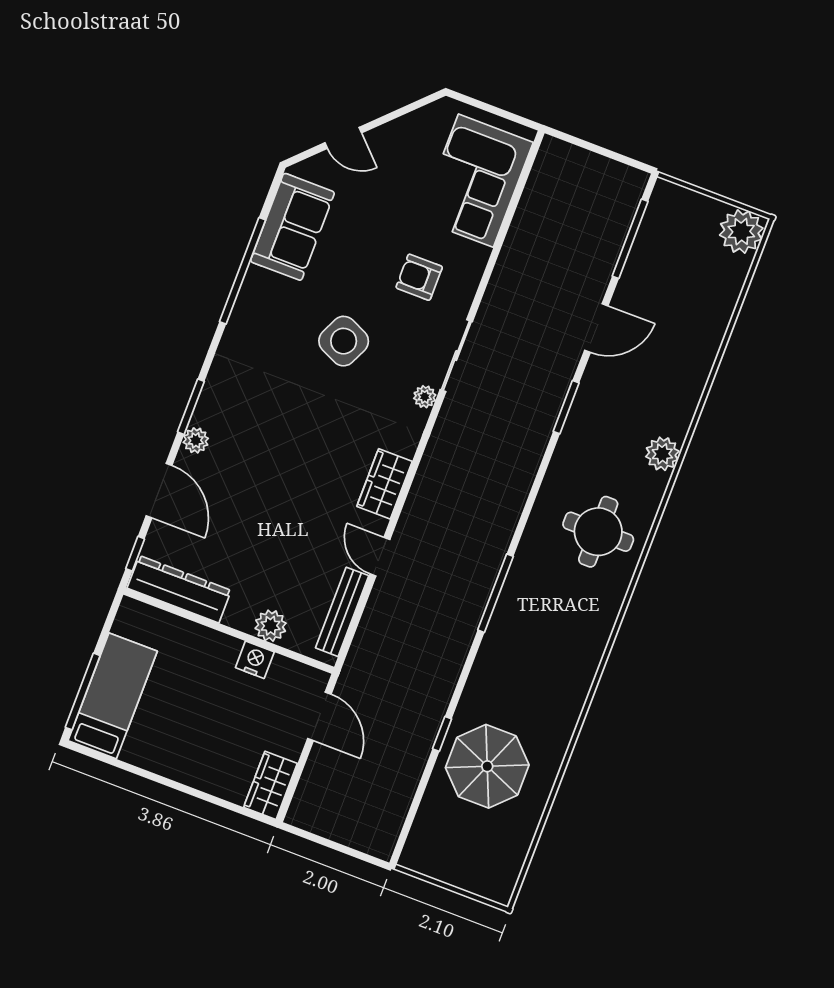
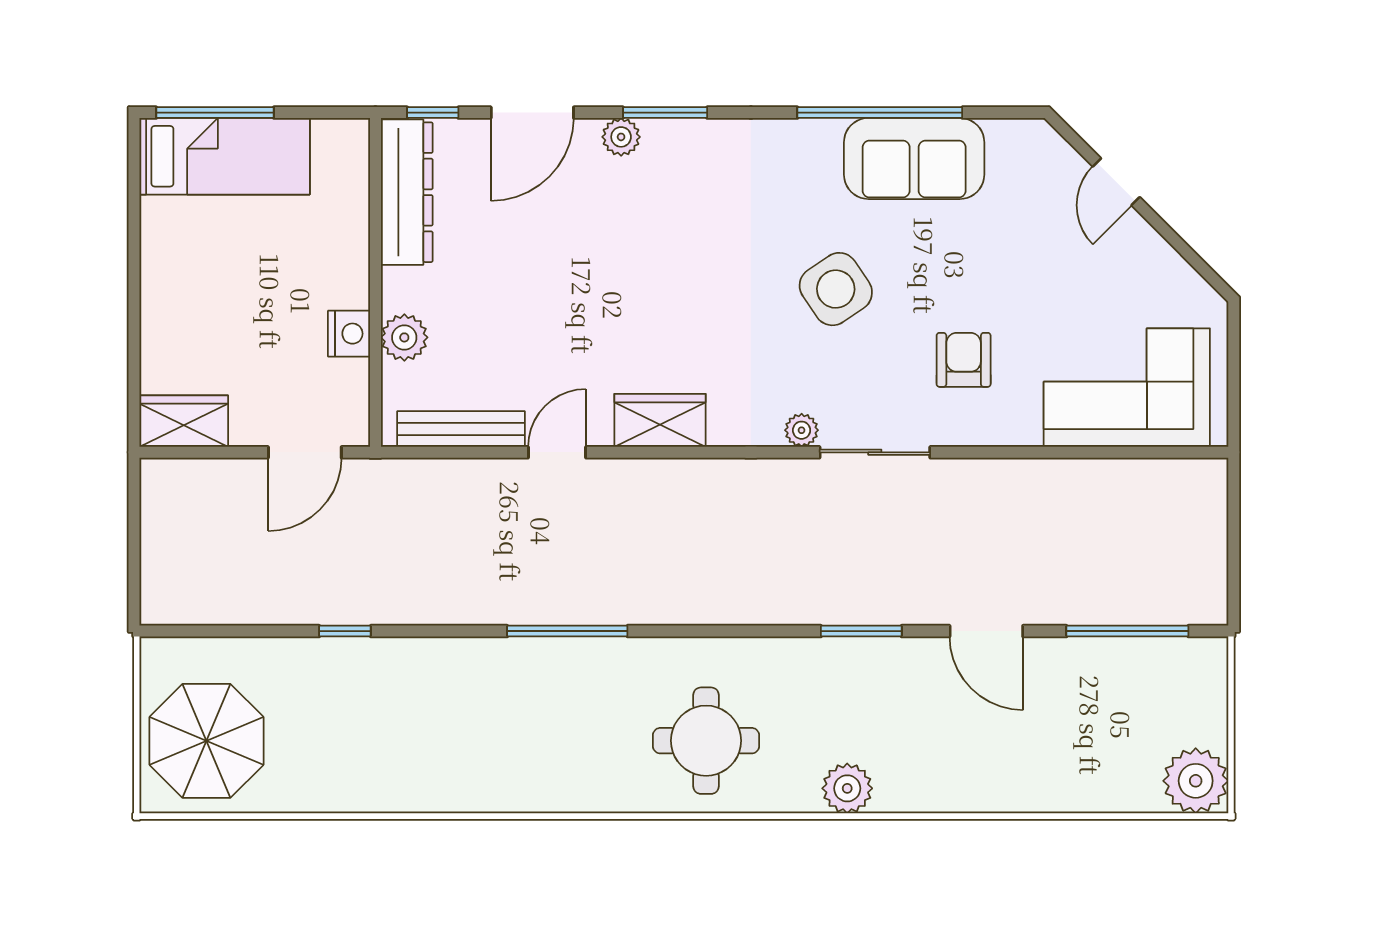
sofa: (292, 227) -> (914, 158), moved
side table: (344, 341) -> (836, 289), turned 31
parasol: (487, 766) -> (206, 741), moved

